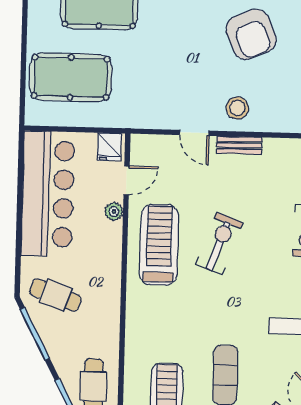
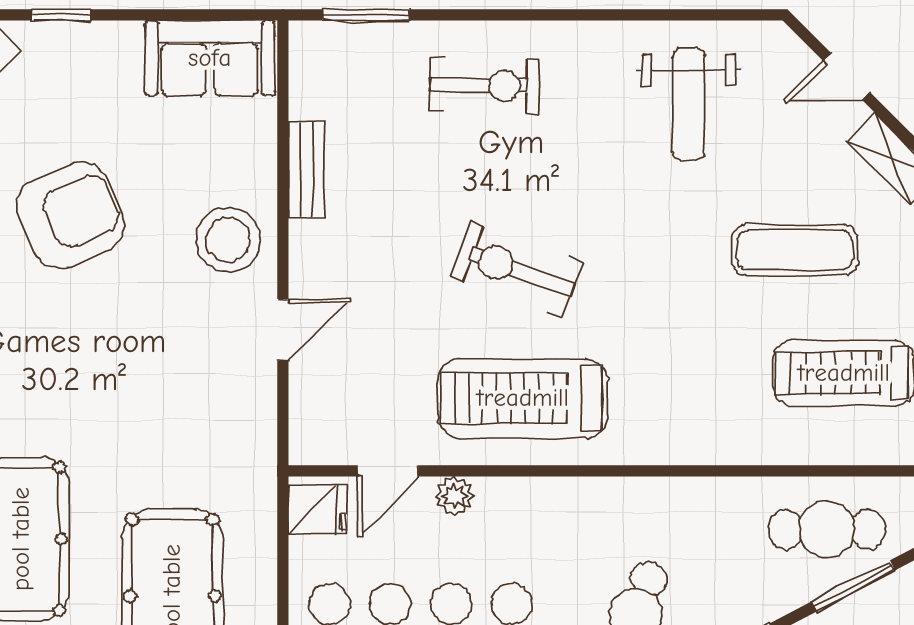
stool: (237, 108) -> (228, 240), width x1.38, depth x1.38
bench: (239, 145) -> (307, 170), moved
door: (127, 180) -> (388, 471), swing flipped

